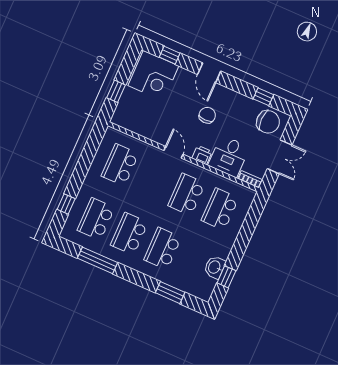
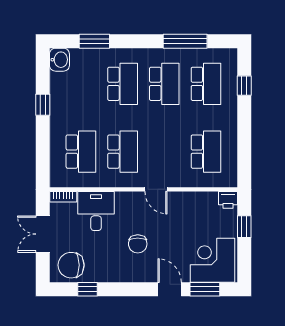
window: (170, 55) -> (205, 289), width x1.50
door: (209, 73) -> (170, 289), moved
printer: (202, 155) -> (228, 200), moved
washbasin: (215, 267) -> (59, 60), moved
window: (226, 277) -> (43, 105), moved

